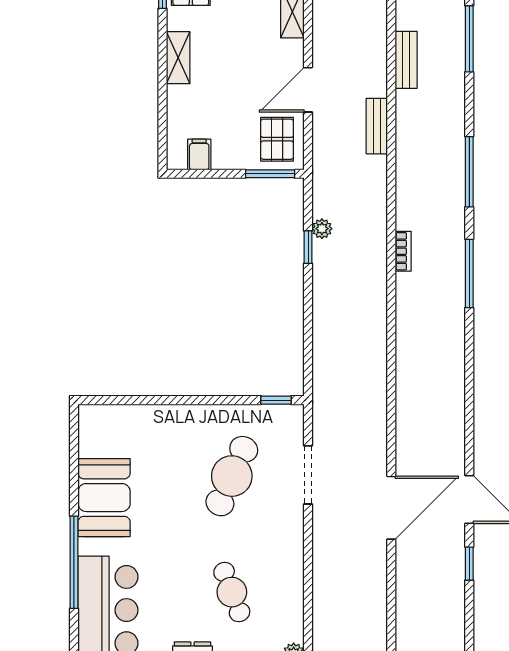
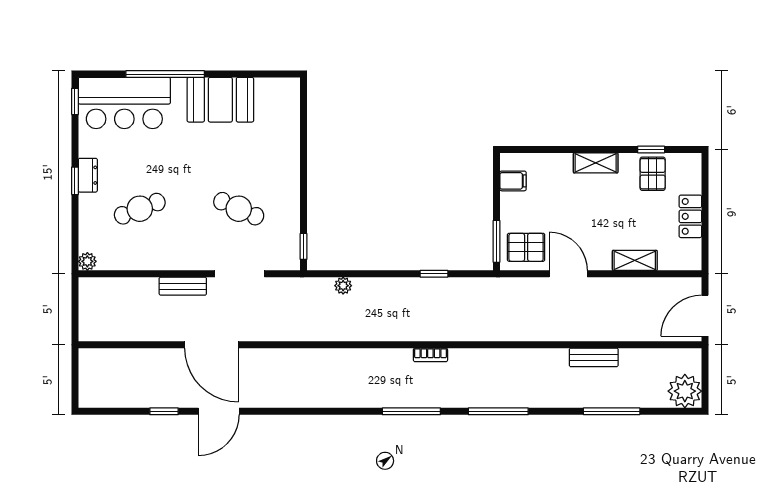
bench: (377, 126) -> (183, 286), moved
plant: (322, 229) -> (343, 286), moved
cafe table: (232, 476) -> (239, 209), width x0.73, depth x0.74

